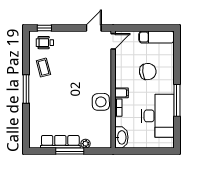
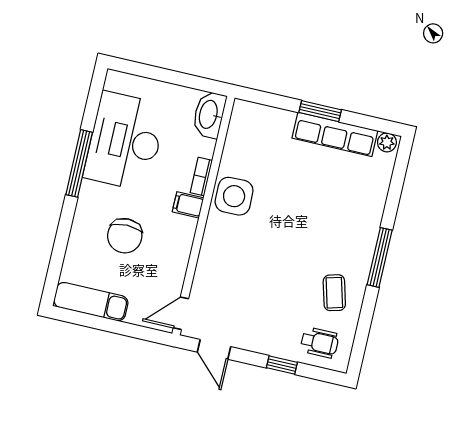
window: (44, 28) -> (282, 365), moved
door: (94, 28) -> (214, 349), hinge flipped
chair: (148, 72) -> (125, 236), turned -83
plant: (86, 144) -> (387, 142), moved
window: (70, 151) -> (320, 111), width x0.69

